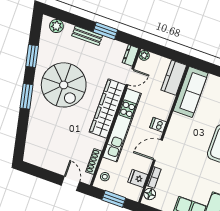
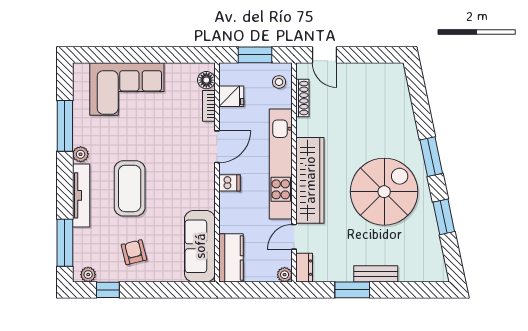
plant: (56, 26) -> (424, 272), removed
spiral stairs: (64, 85) -> (384, 192), turned 90

